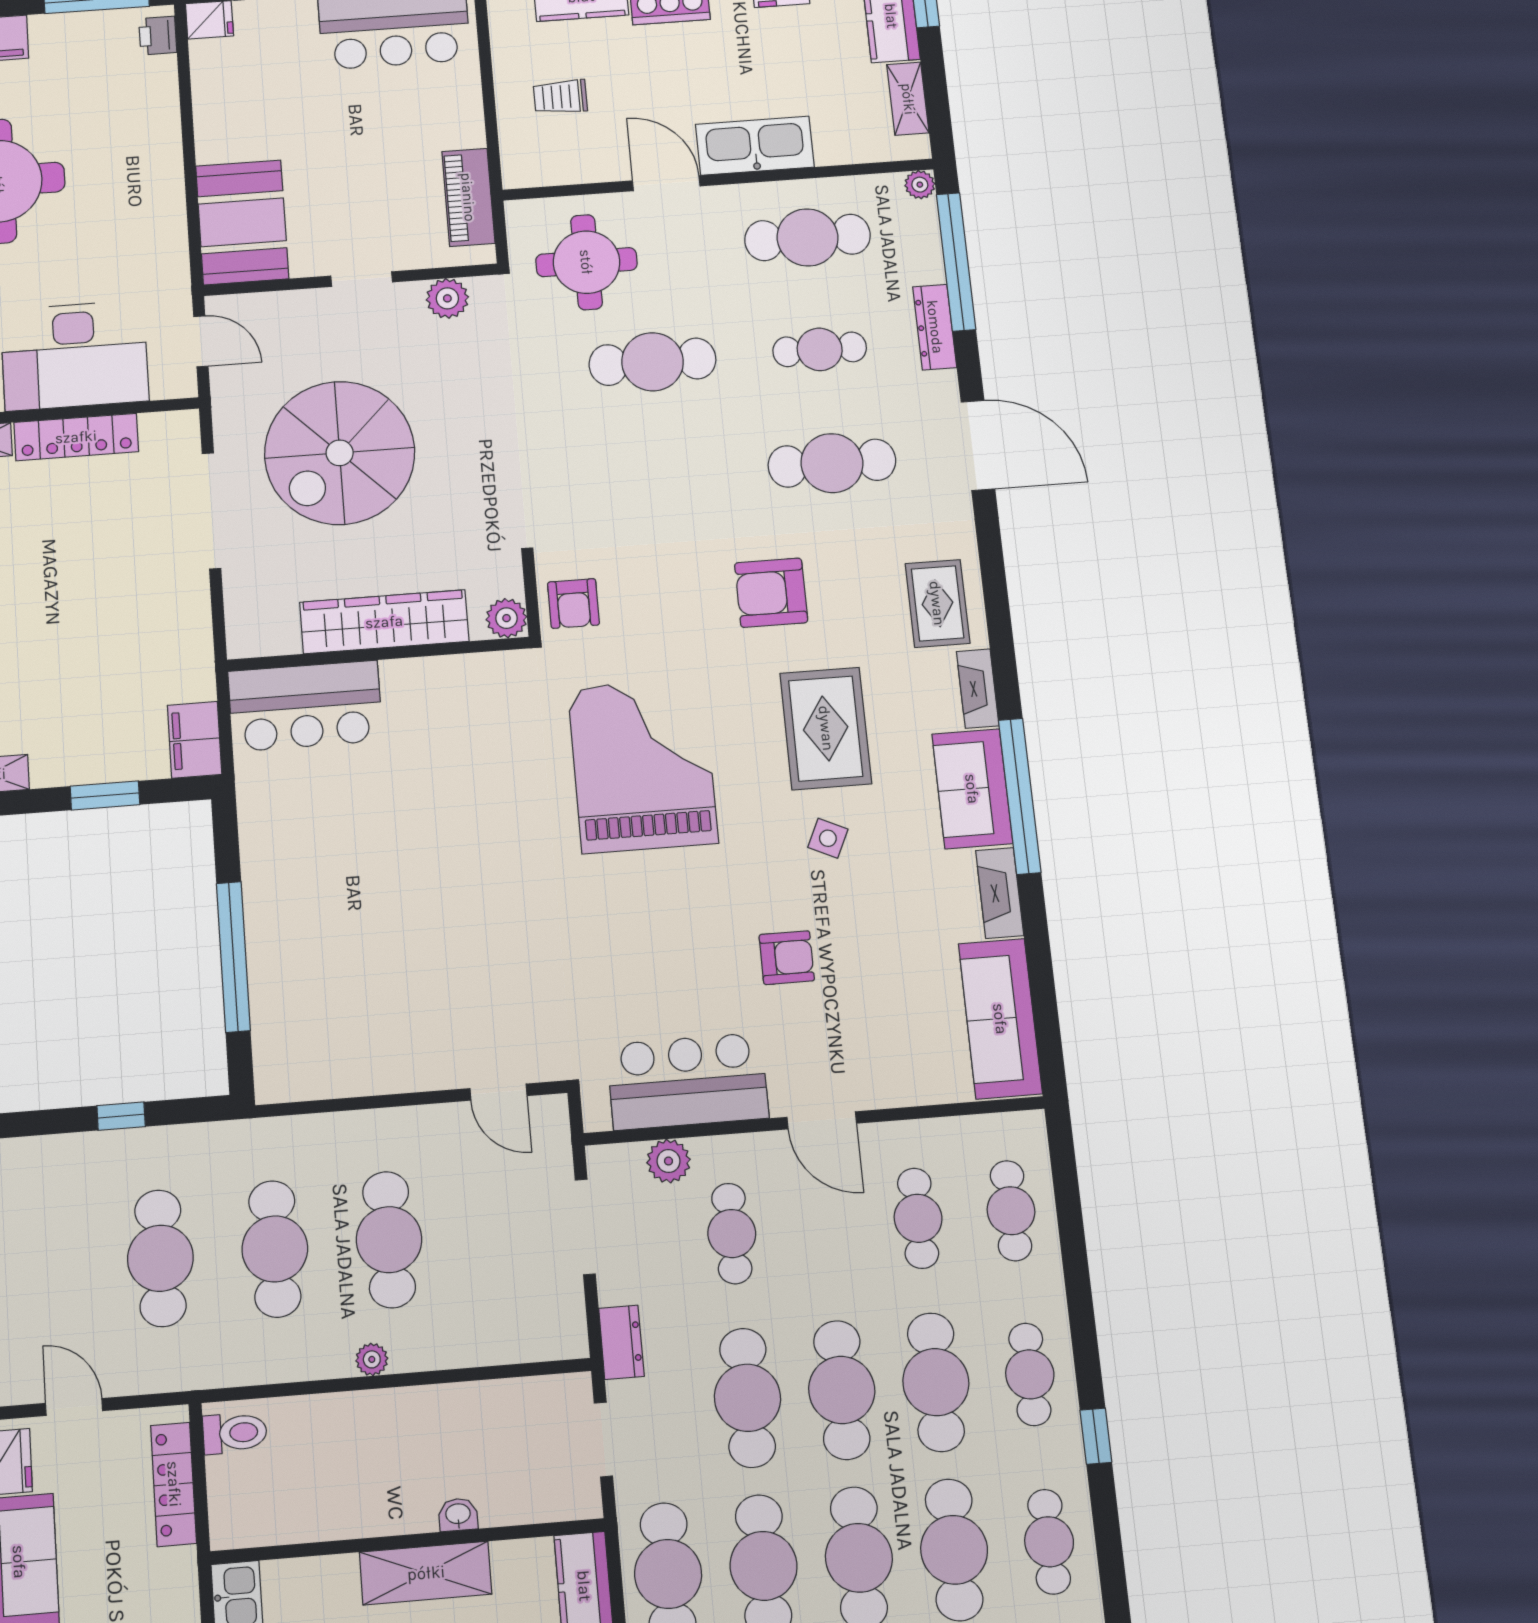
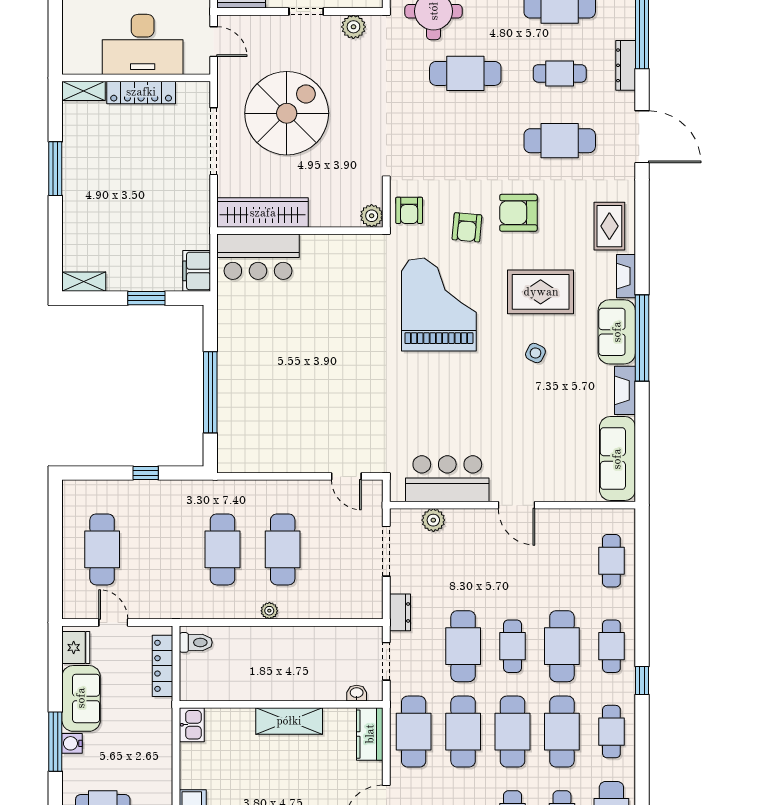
spiral stairs: (340, 453) -> (287, 113), turned 180
wardrobe: (384, 622) -> (263, 213), moved
rug: (826, 728) -> (541, 292), turned 90
armchair: (787, 958) -> (467, 227), moved, turned 95
cafe table: (918, 1218) -> (562, 561), removed
cafe table: (732, 1233) -> (463, 561), removed
cafe table: (160, 1258) -> (102, 549), moved
cafe table: (842, 1390) -> (513, 646), width x0.73, depth x0.74
washbasin: (458, 1515) -> (357, 693), moved

